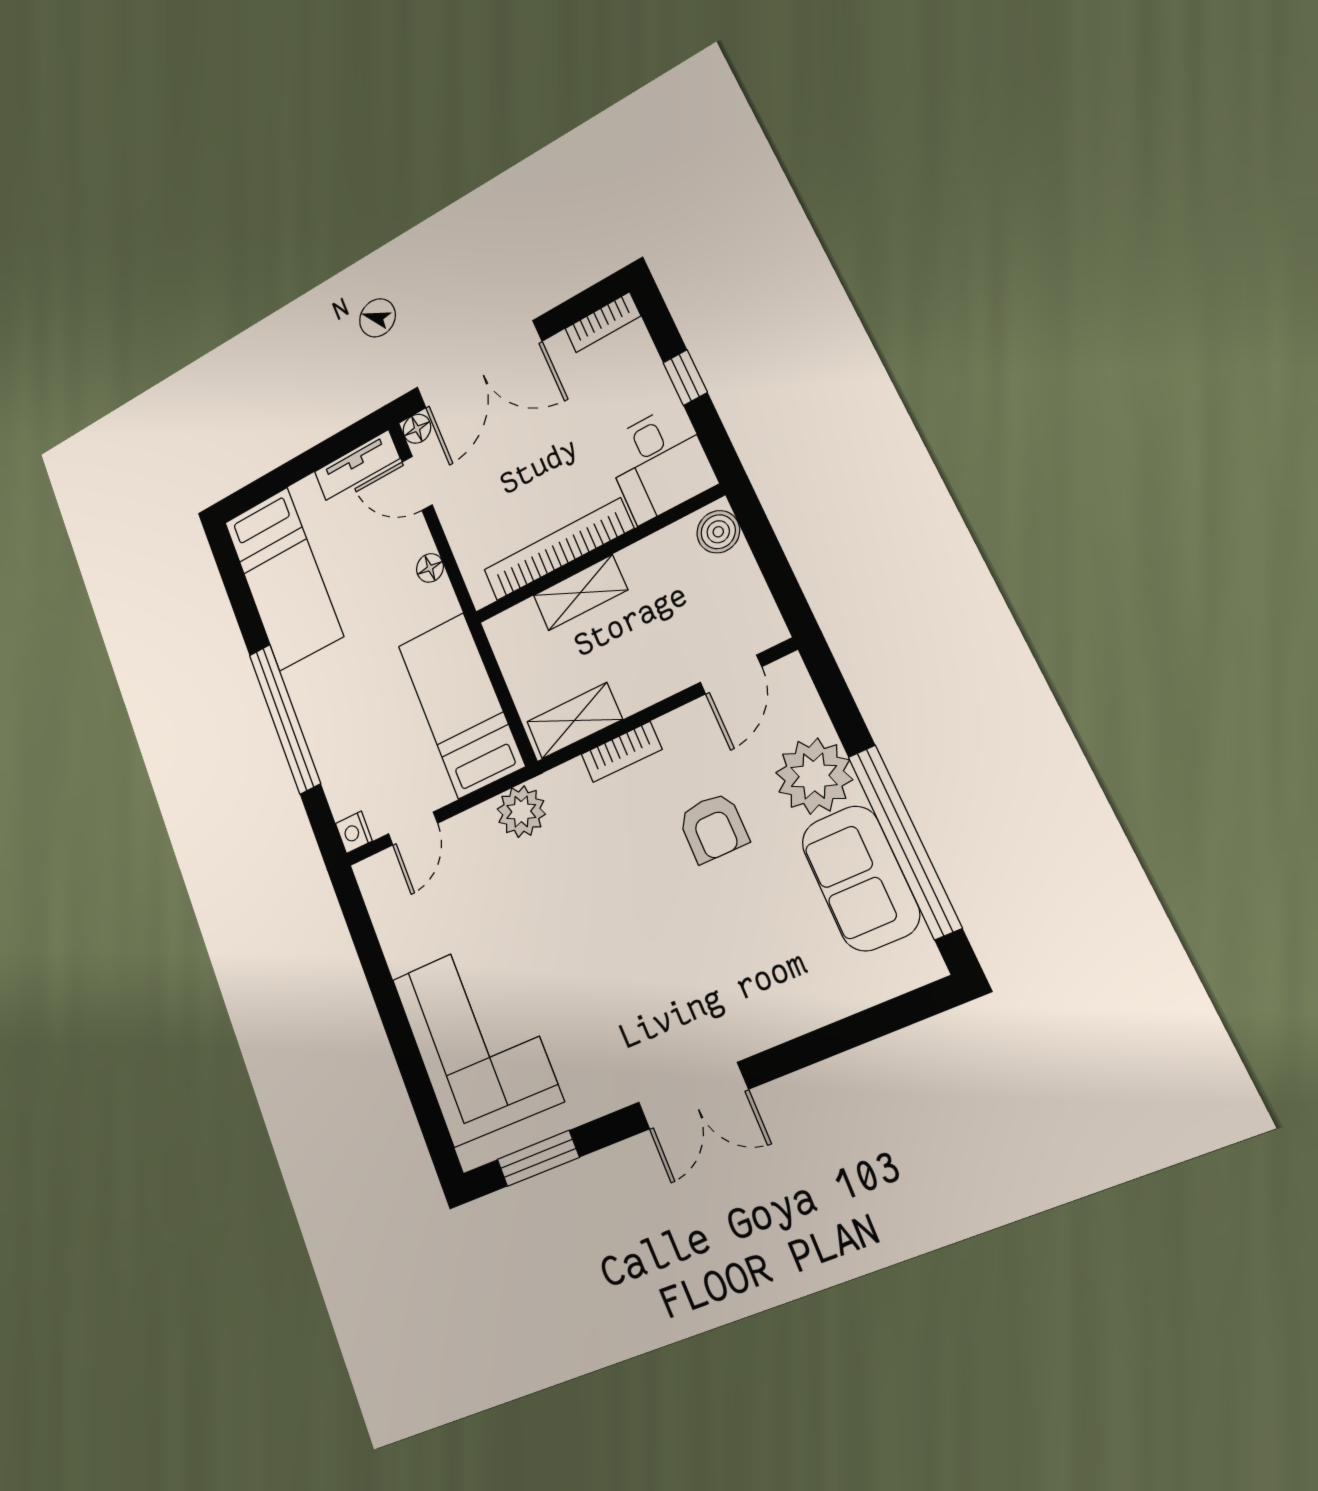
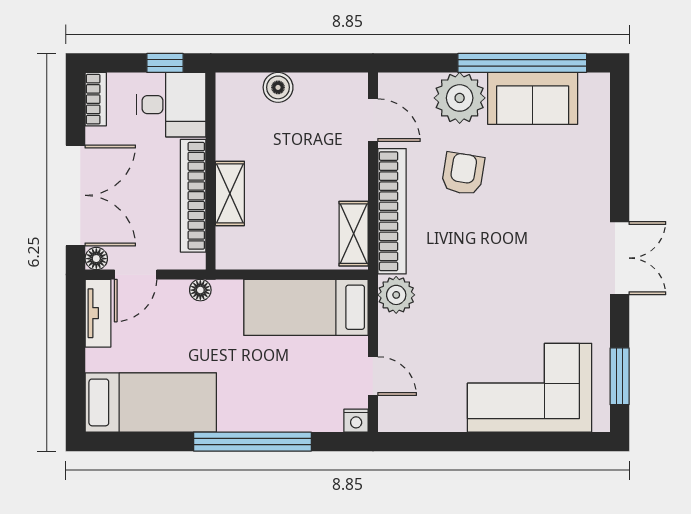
desk: (659, 463) -> (171, 105), moved
bookcase: (558, 549) -> (193, 196), moved
wall: (598, 555) -> (211, 171), moved
shelving: (580, 593) -> (230, 193), moved
bookcase: (622, 752) -> (392, 211), width x2.31, depth x1.31
armchair: (713, 828) -> (463, 174), turned -81

